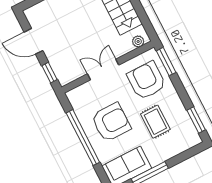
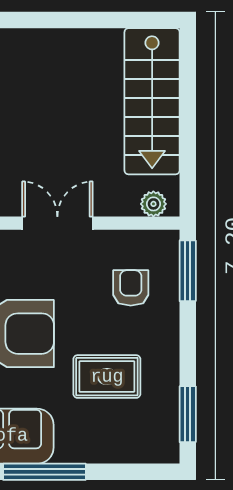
armchair: (146, 80) -> (131, 288), width x0.53, depth x0.53
rug: (155, 122) -> (107, 377), turned 90

